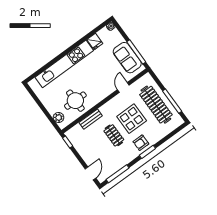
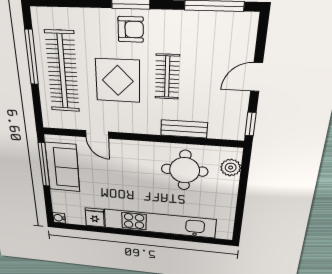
door: (123, 87) -> (97, 134), hinge flipped
door: (91, 173) -> (256, 77), moved

